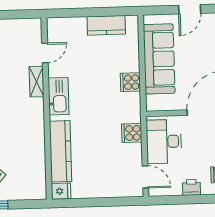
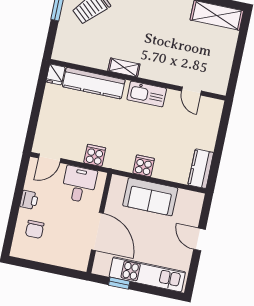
kitchen counter: (106, 25) -> (201, 169), moved
sofa: (159, 59) -> (150, 197), width x0.73
shelving: (37, 82) -> (124, 68), moved
desk: (164, 141) -> (79, 184), width x0.73

